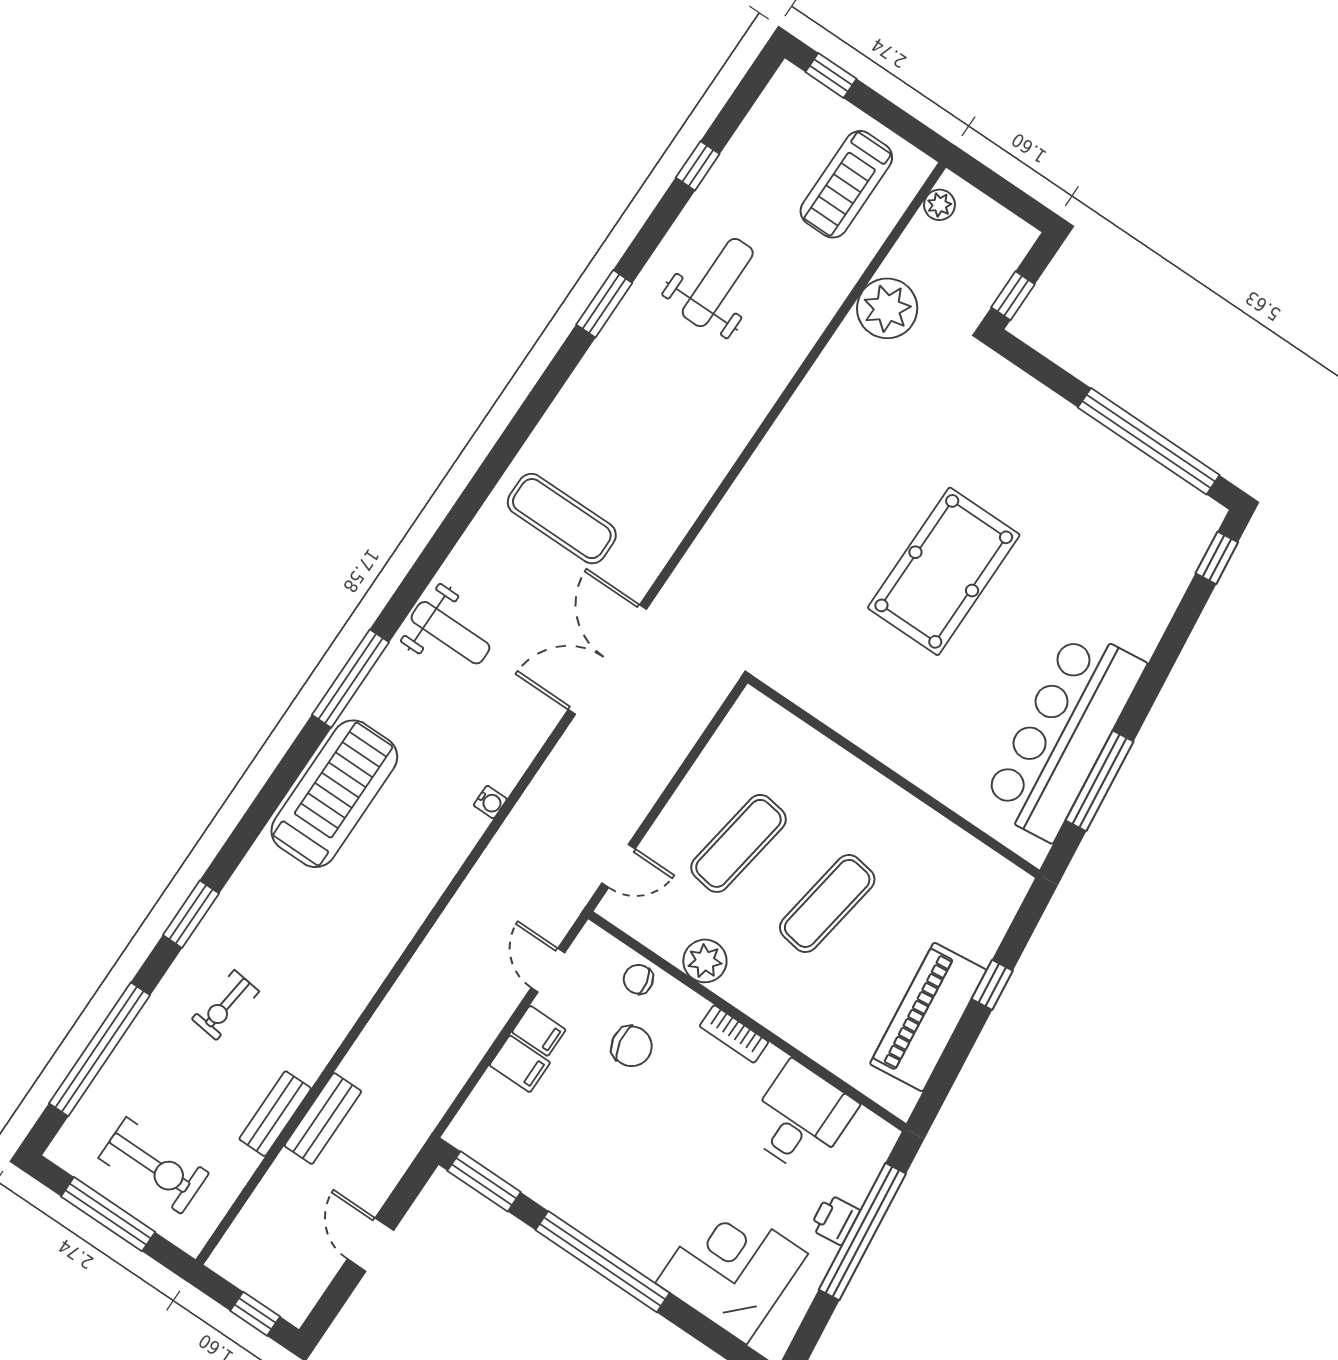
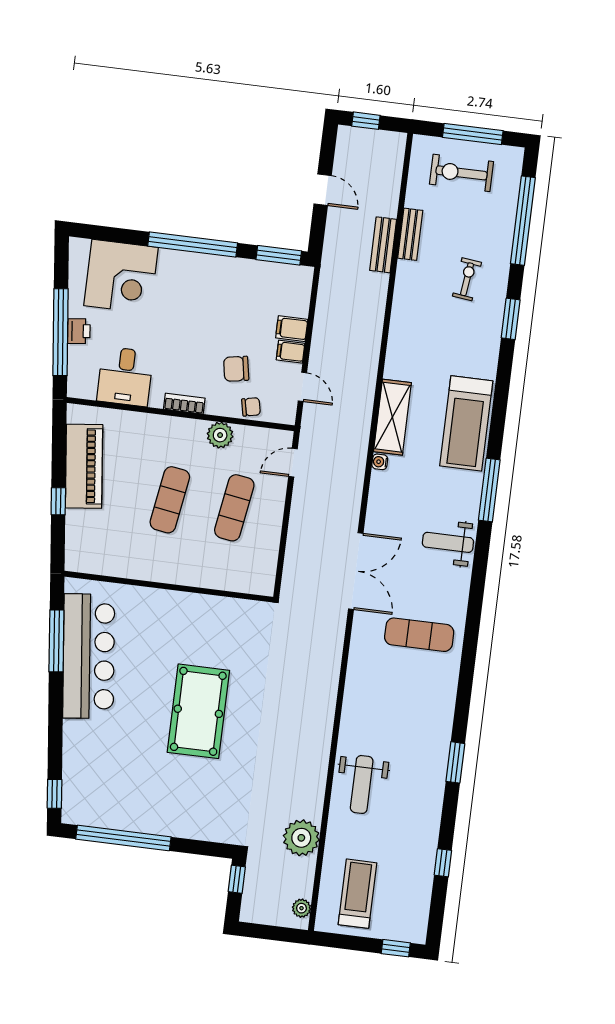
weight bench: (718, 283) -> (362, 784), moved
shelving: (438, 858) -> (392, 417), added

